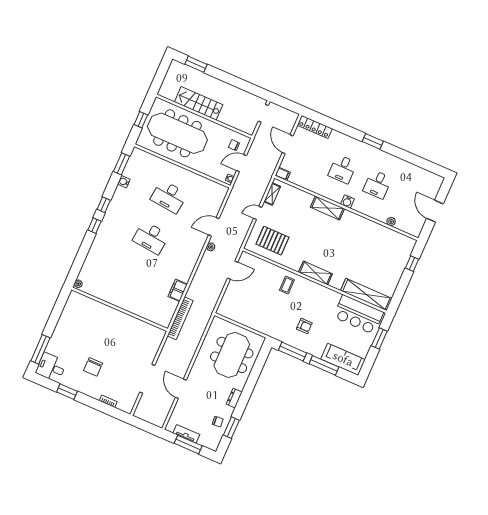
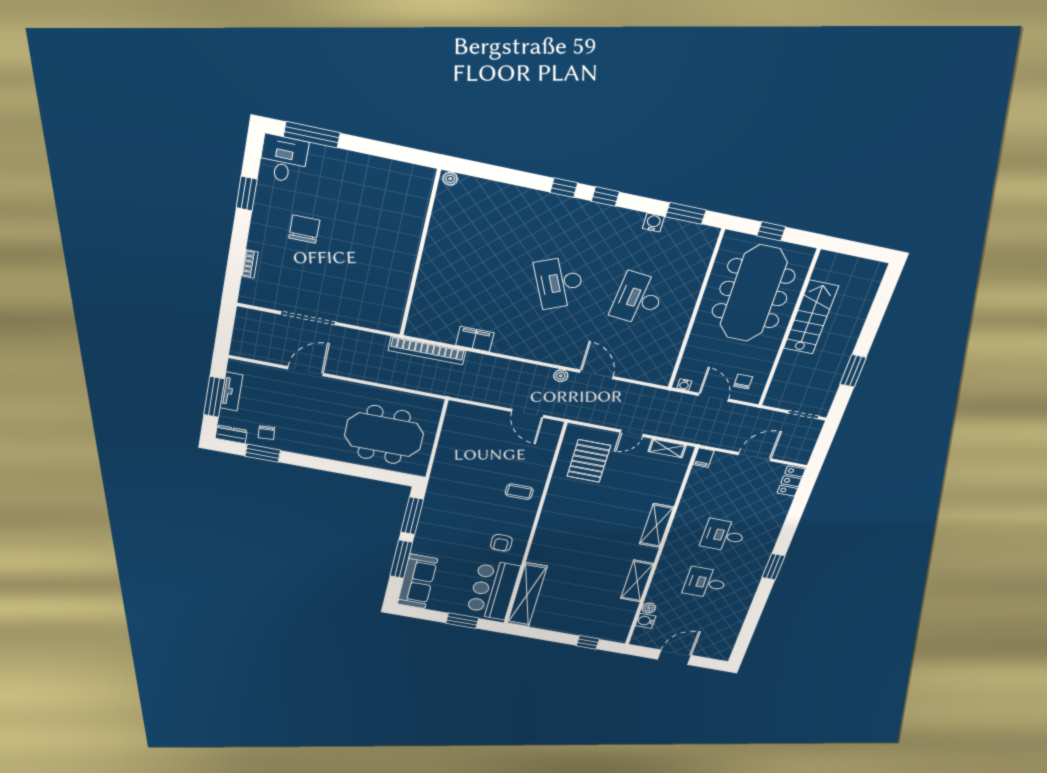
window: (196, 64) -> (853, 371), moved
locker: (315, 127) -> (791, 481), width x0.66
water cooler: (347, 202) -> (645, 621), moved
door: (258, 213) -> (632, 433), swing flipped
desk: (151, 238) -> (559, 283), turned -30
shelving: (315, 273) -> (637, 581), moved
armchair: (304, 326) -> (501, 543), moved
chair: (93, 367) -> (304, 229), turned 90
dresser: (234, 398) -> (231, 434), moved

